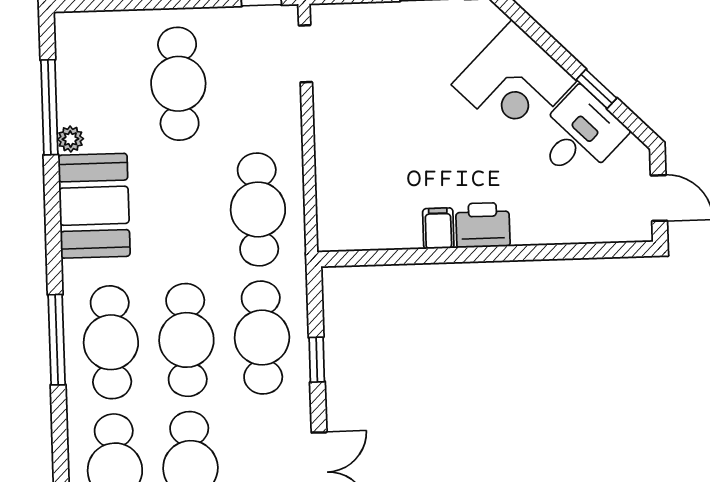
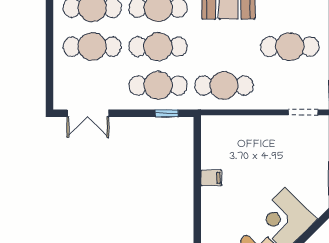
printer: (483, 225) -> (212, 201), removed
window: (317, 360) -> (167, 113), moved

